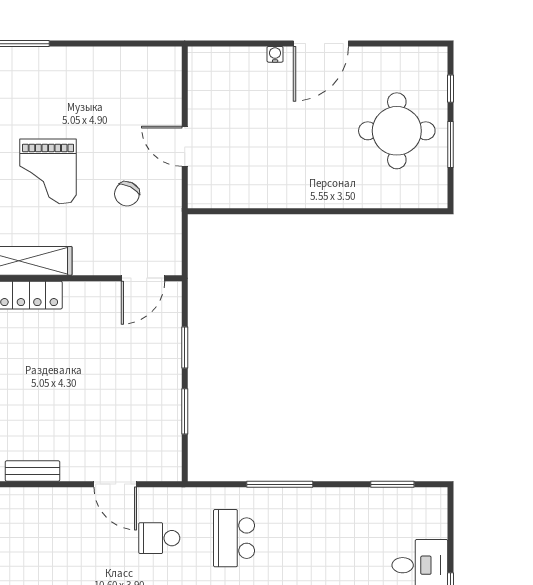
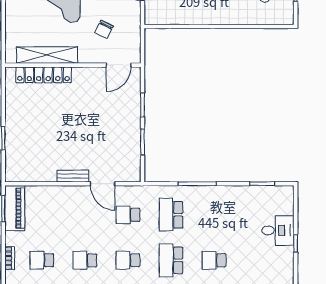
chair: (127, 194) -> (104, 29), moved
bench: (33, 471) -> (73, 176), moved

